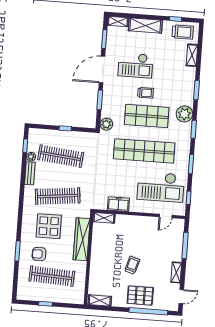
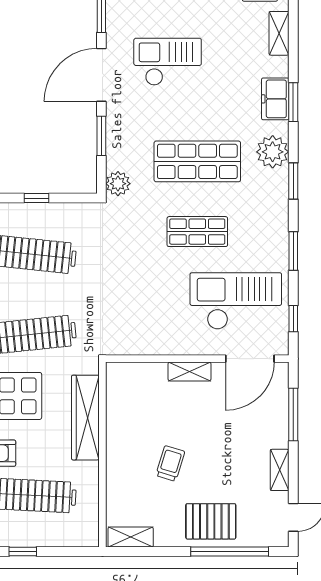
checkout: (135, 65) -> (168, 62), turned 180
trolley: (145, 93) -> (192, 115), removed
shop shelf: (144, 151) -> (197, 232), width x0.50, depth x0.74
checkout: (161, 187) -> (236, 301), turned 180
freezer: (118, 204) -> (275, 99), moved, turned -90
door: (166, 216) -> (250, 359), width x1.88
shelving: (104, 218) -> (190, 371), moved
trolley: (132, 265) -> (170, 463), moved

